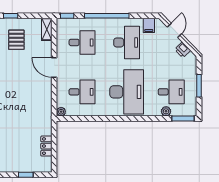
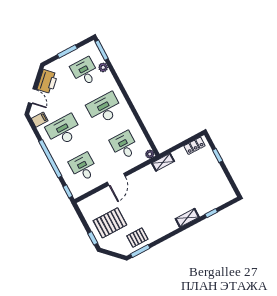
shelving: (47, 29) -> (163, 162), moved
door: (174, 30) -> (32, 96), swing flipped
pallet: (16, 40) -> (110, 223), width x1.50, depth x1.42
printer: (183, 50) -> (47, 82), width x1.87, depth x1.48
desk: (127, 92) -> (104, 109), width x0.73, depth x0.77
locker: (46, 146) -> (195, 146), moved

